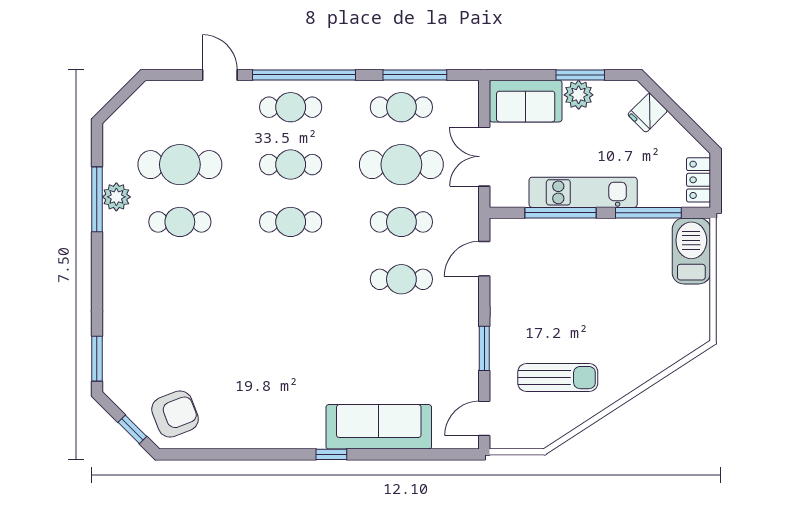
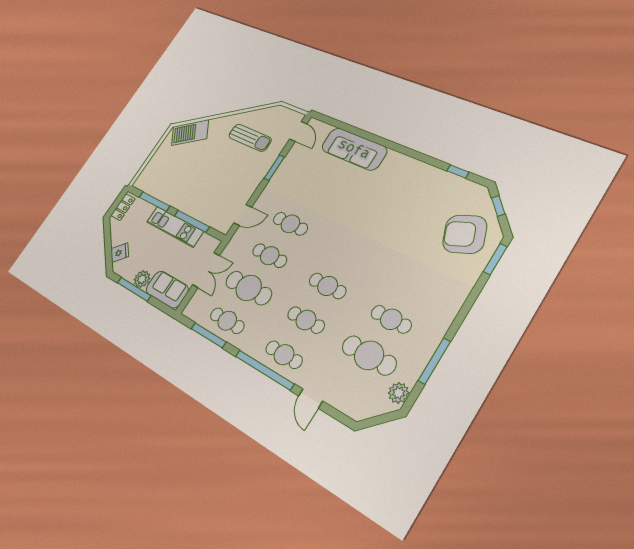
window: (580, 75) -> (134, 289), width x1.44
plant: (116, 197) -> (399, 393), moved
barbecue: (691, 251) -> (190, 133), moved, turned 57
sun lounger: (558, 378) -> (250, 138), turned 180
armchair: (175, 414) -> (465, 234), moved, width x1.36, depth x1.36
door: (484, 418) -> (298, 132), hinge flipped
window: (331, 454) -> (458, 171), moved

